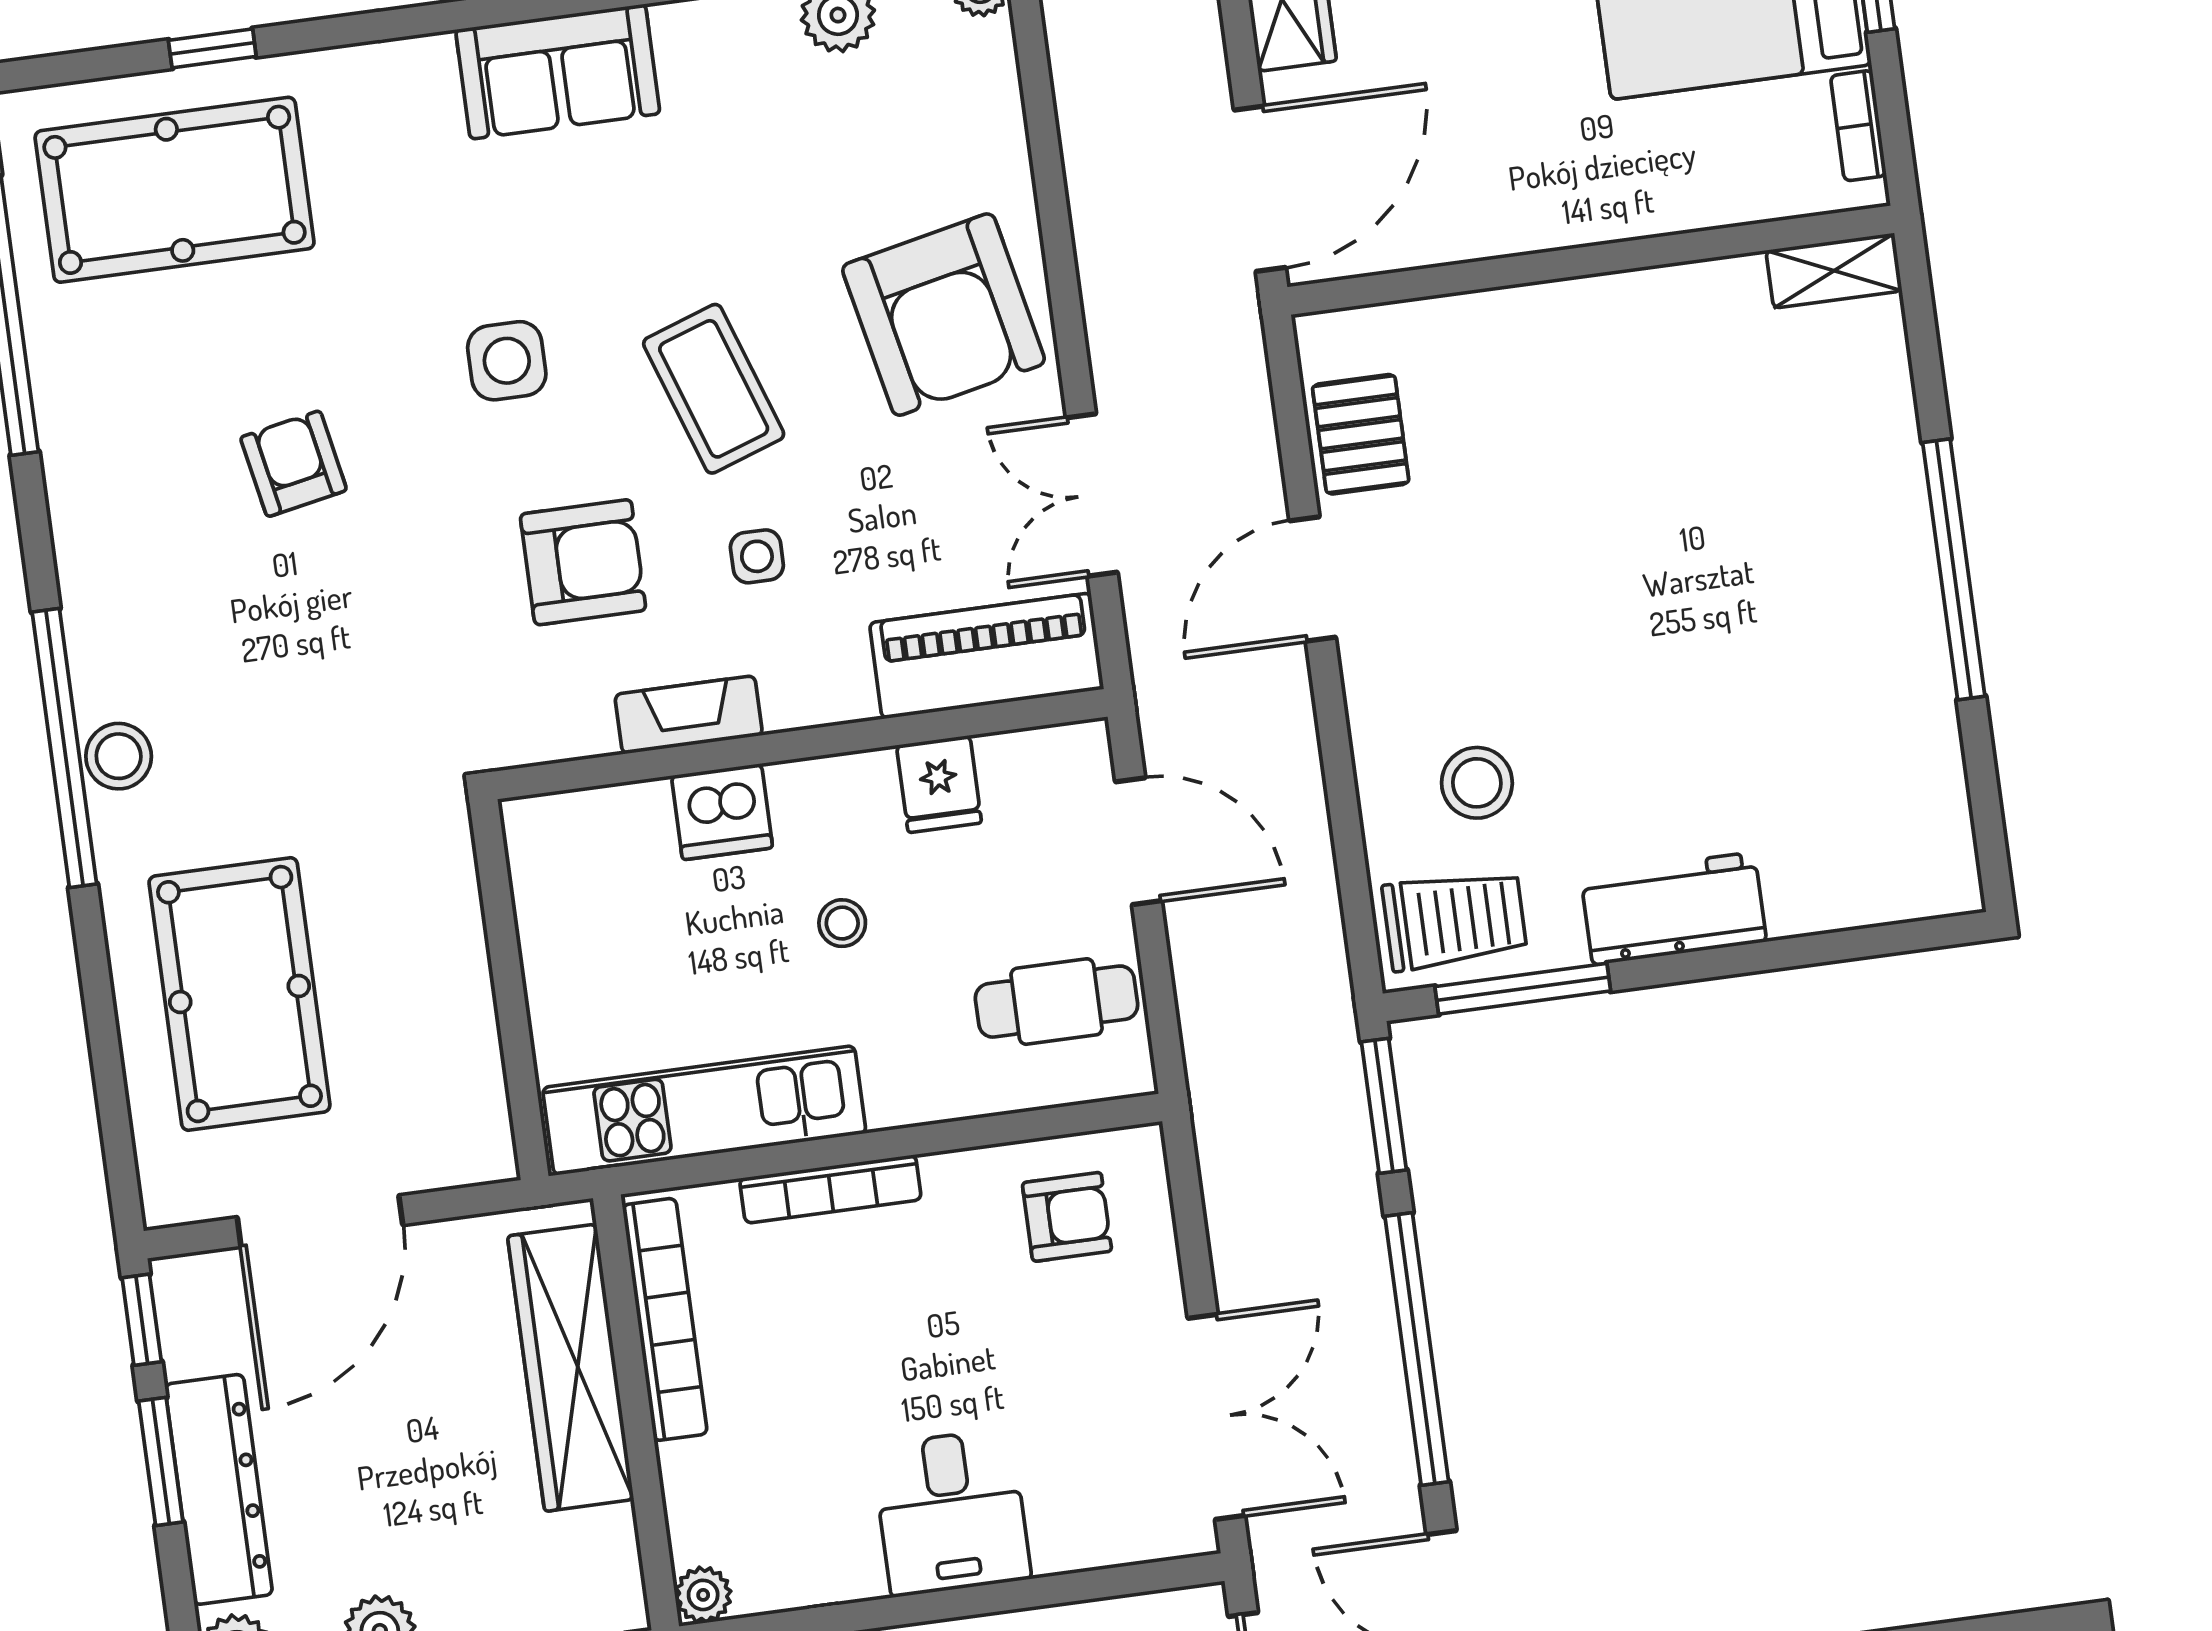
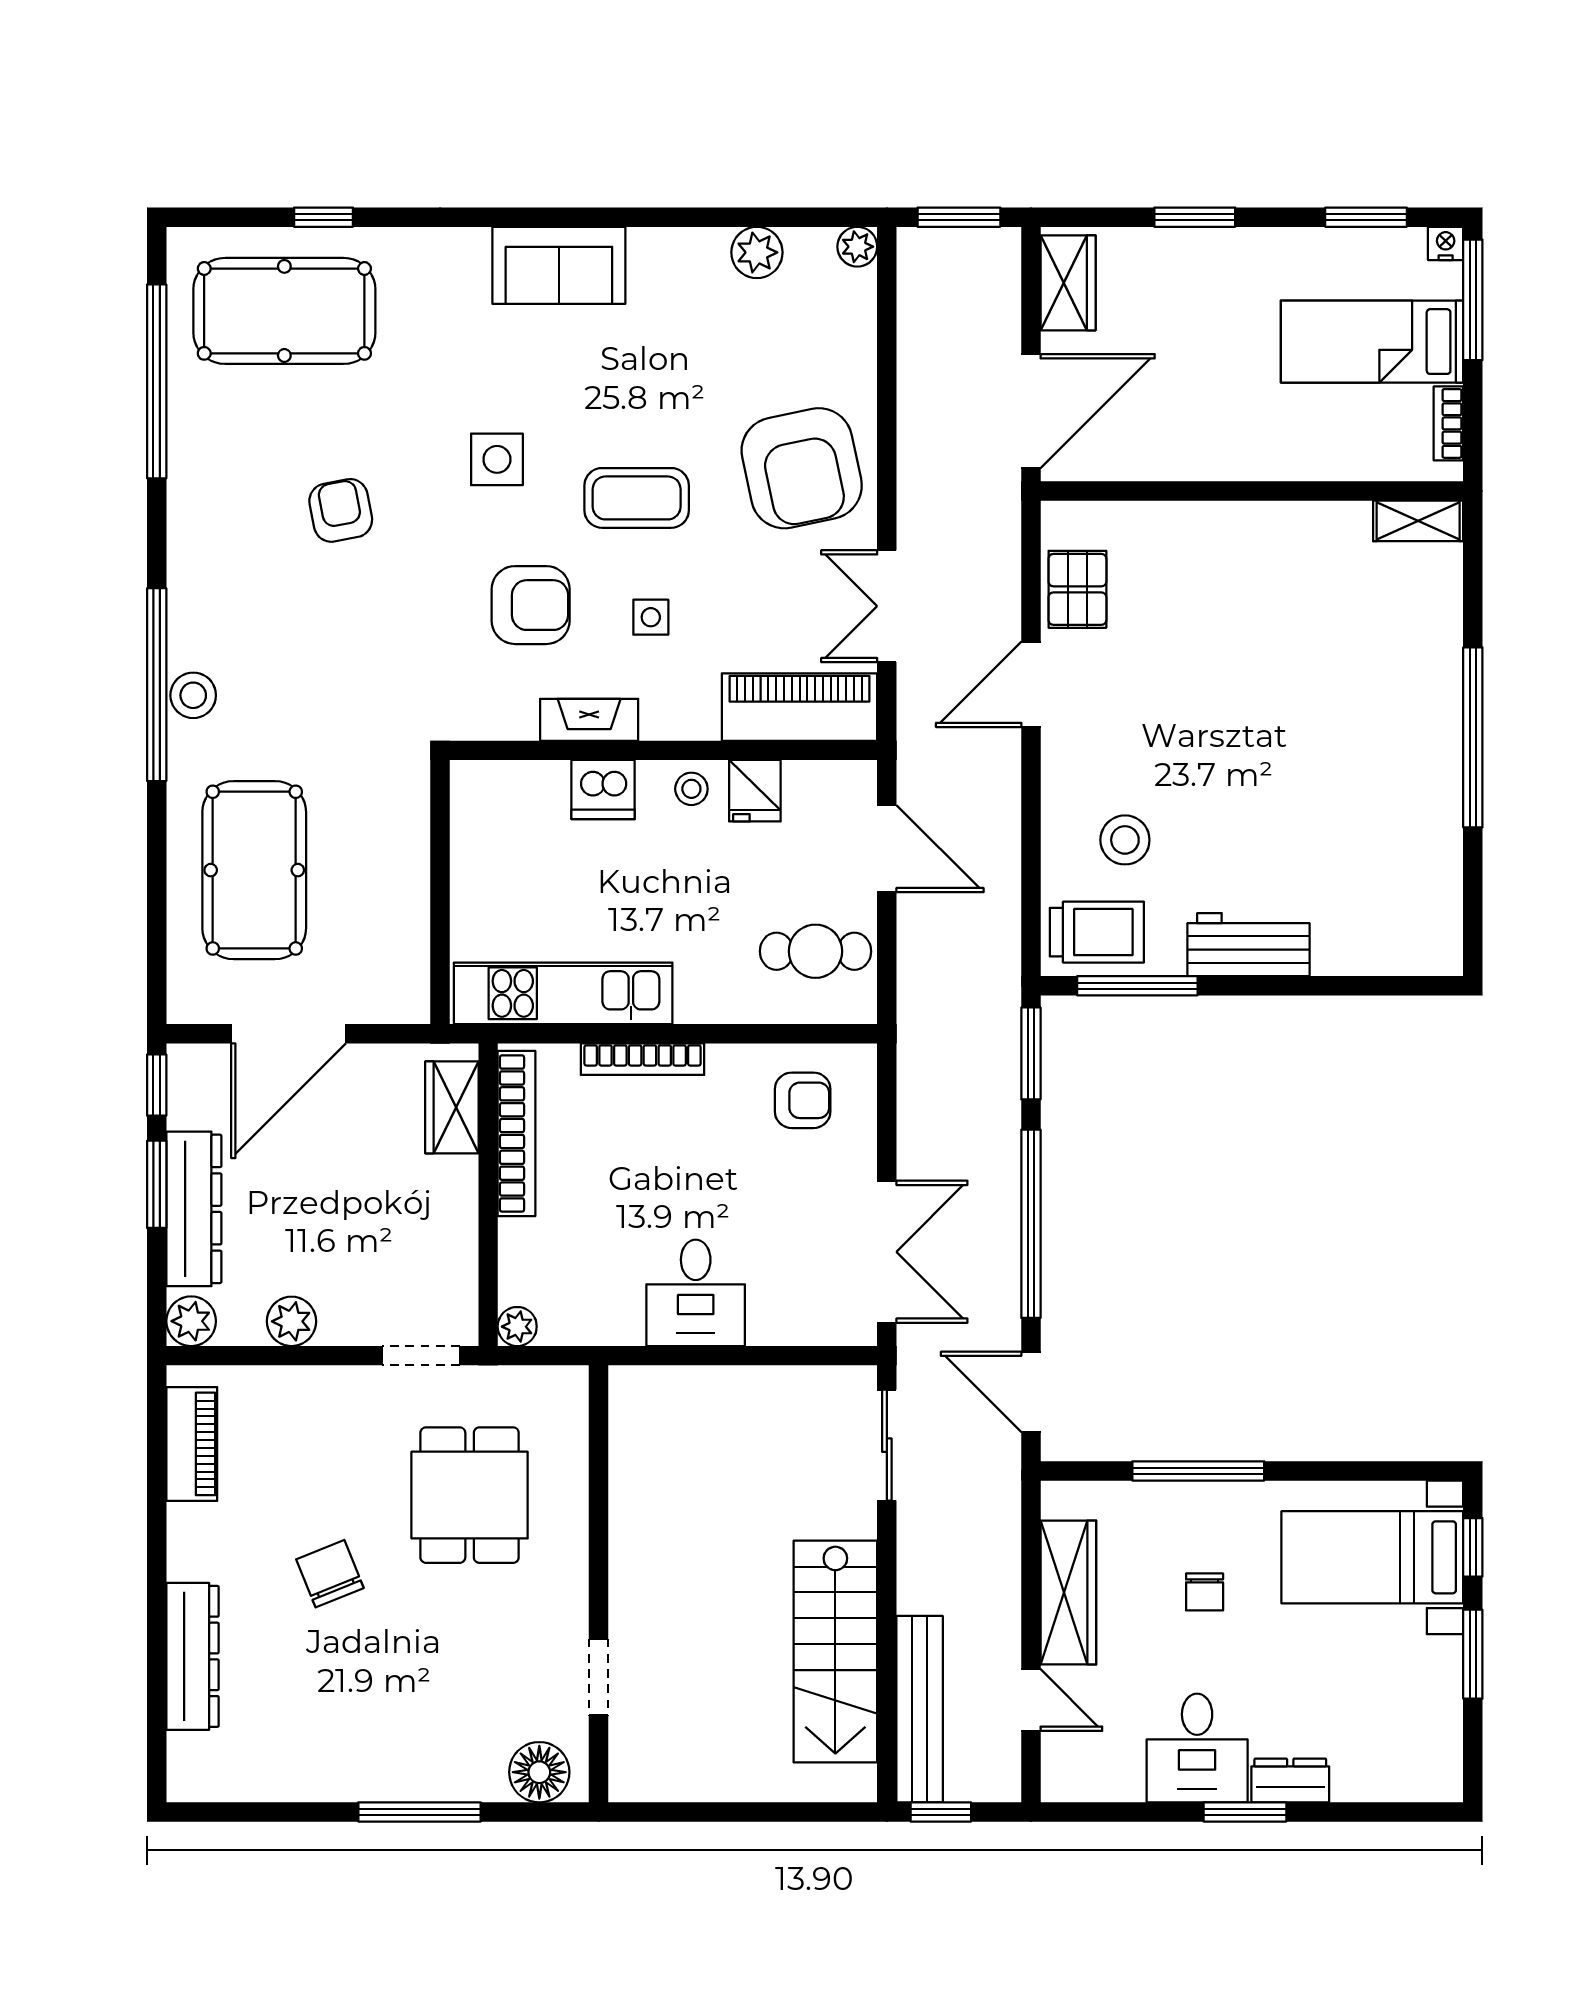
coffee table: (714, 389) -> (637, 498), turned -71
stool: (842, 923) -> (691, 789), moved
wardrobe: (571, 1368) -> (452, 1107), width x0.48, depth x0.85

